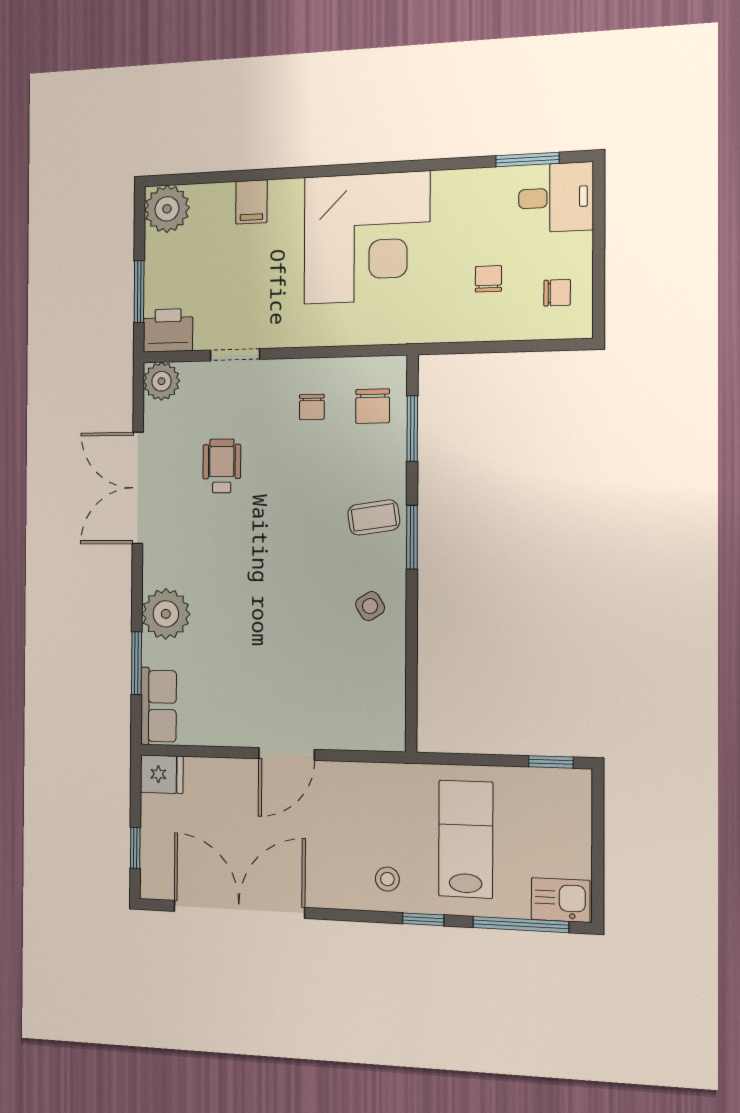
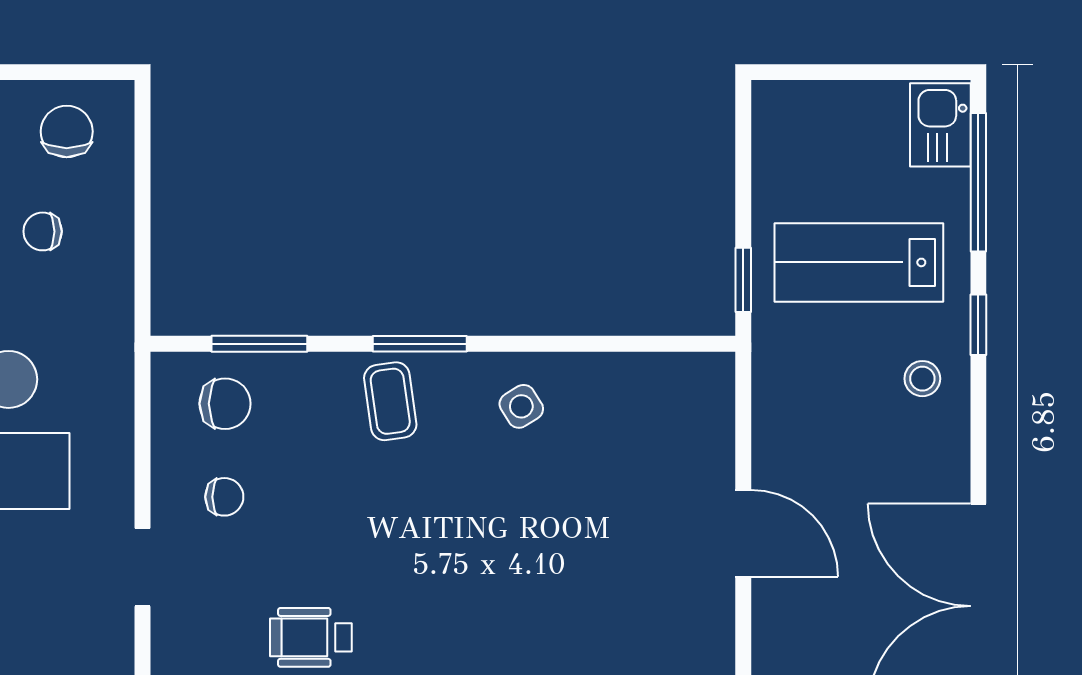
chair: (557, 293) -> (67, 131), width x1.37, depth x1.37
doorway: (235, 355) -> (143, 567), moved
window: (551, 762) -> (743, 280), moved

